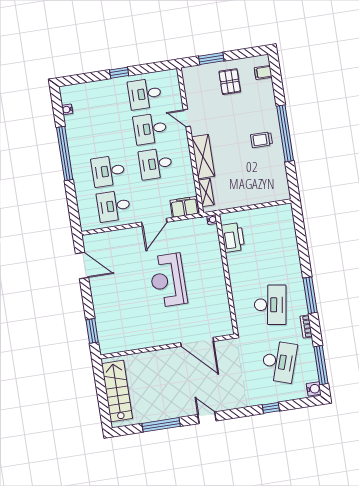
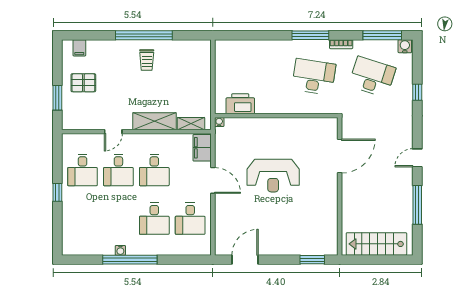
water cooler: (67, 109) -> (120, 250), moved

